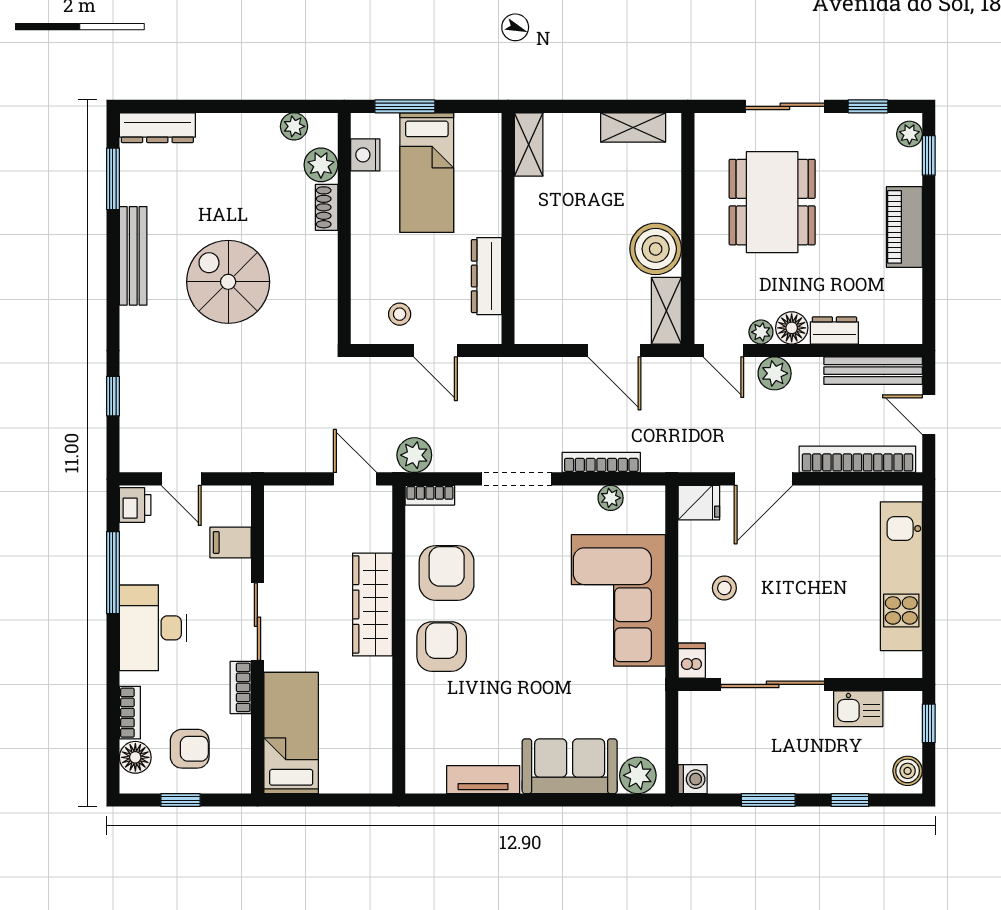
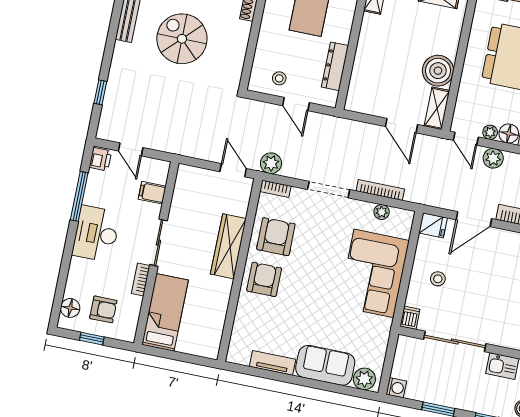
bookcase: (130, 713) -> (72, 281), removed

